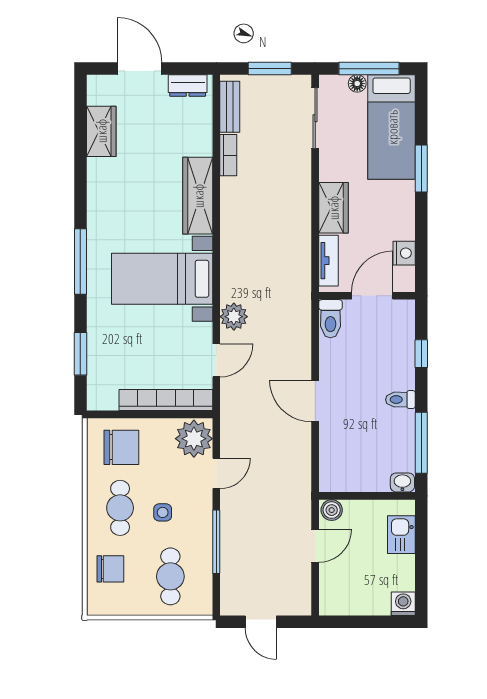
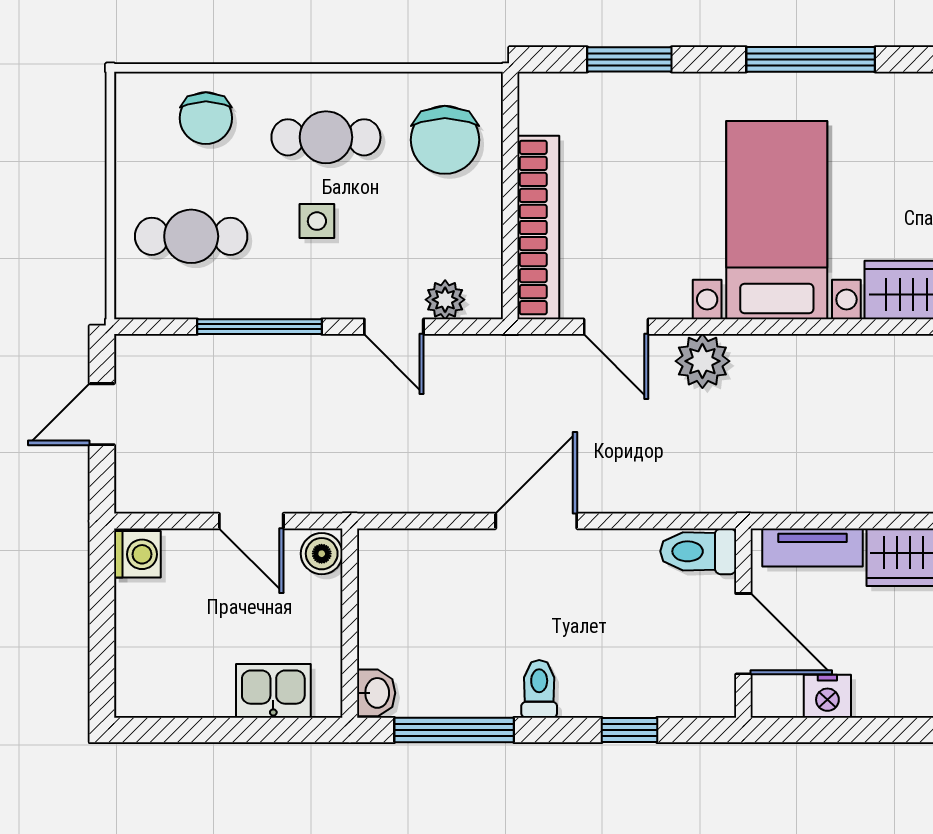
plant: (194, 439) -> (445, 300), width x0.53, depth x0.53
washing machine: (403, 604) -> (137, 554), moved

